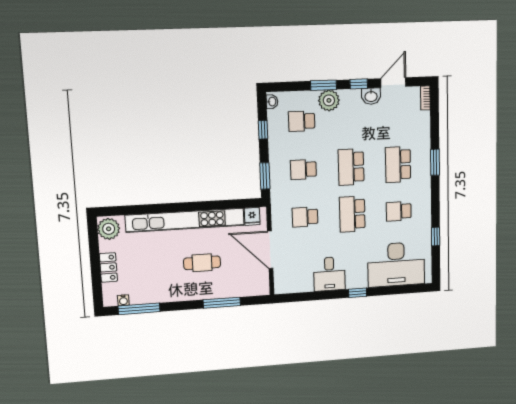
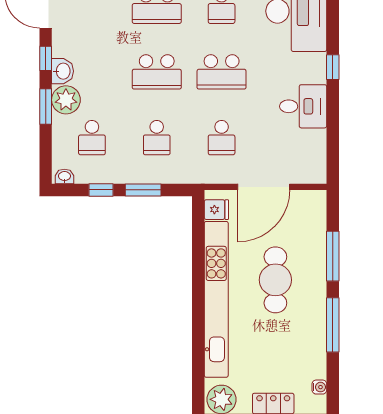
washbasin: (371, 96) -> (63, 71), moved
window: (265, 176) -> (143, 190), moved
cafe table: (202, 263) -> (275, 280), width x1.37, depth x1.35
window: (139, 309) -> (333, 325), moved

